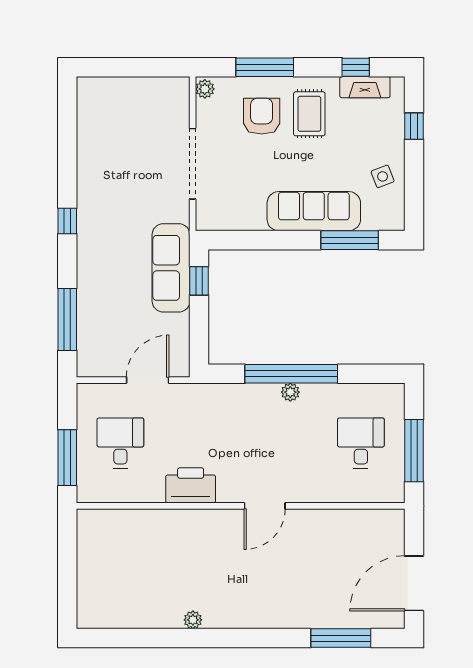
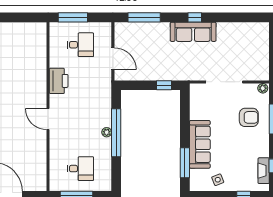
rug: (309, 114) -> (250, 142), removed
sofa: (171, 268) -> (193, 32), moved, turned 180

